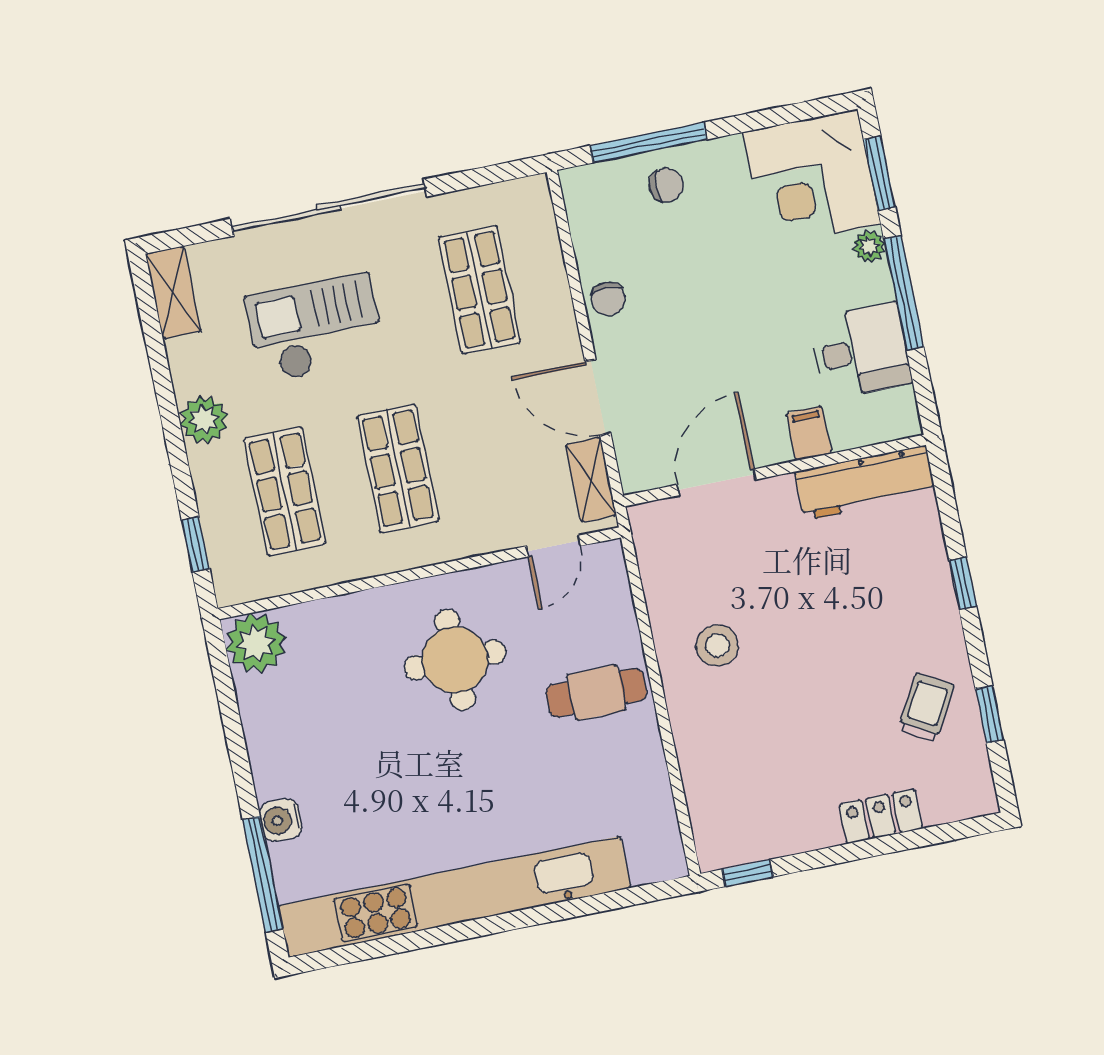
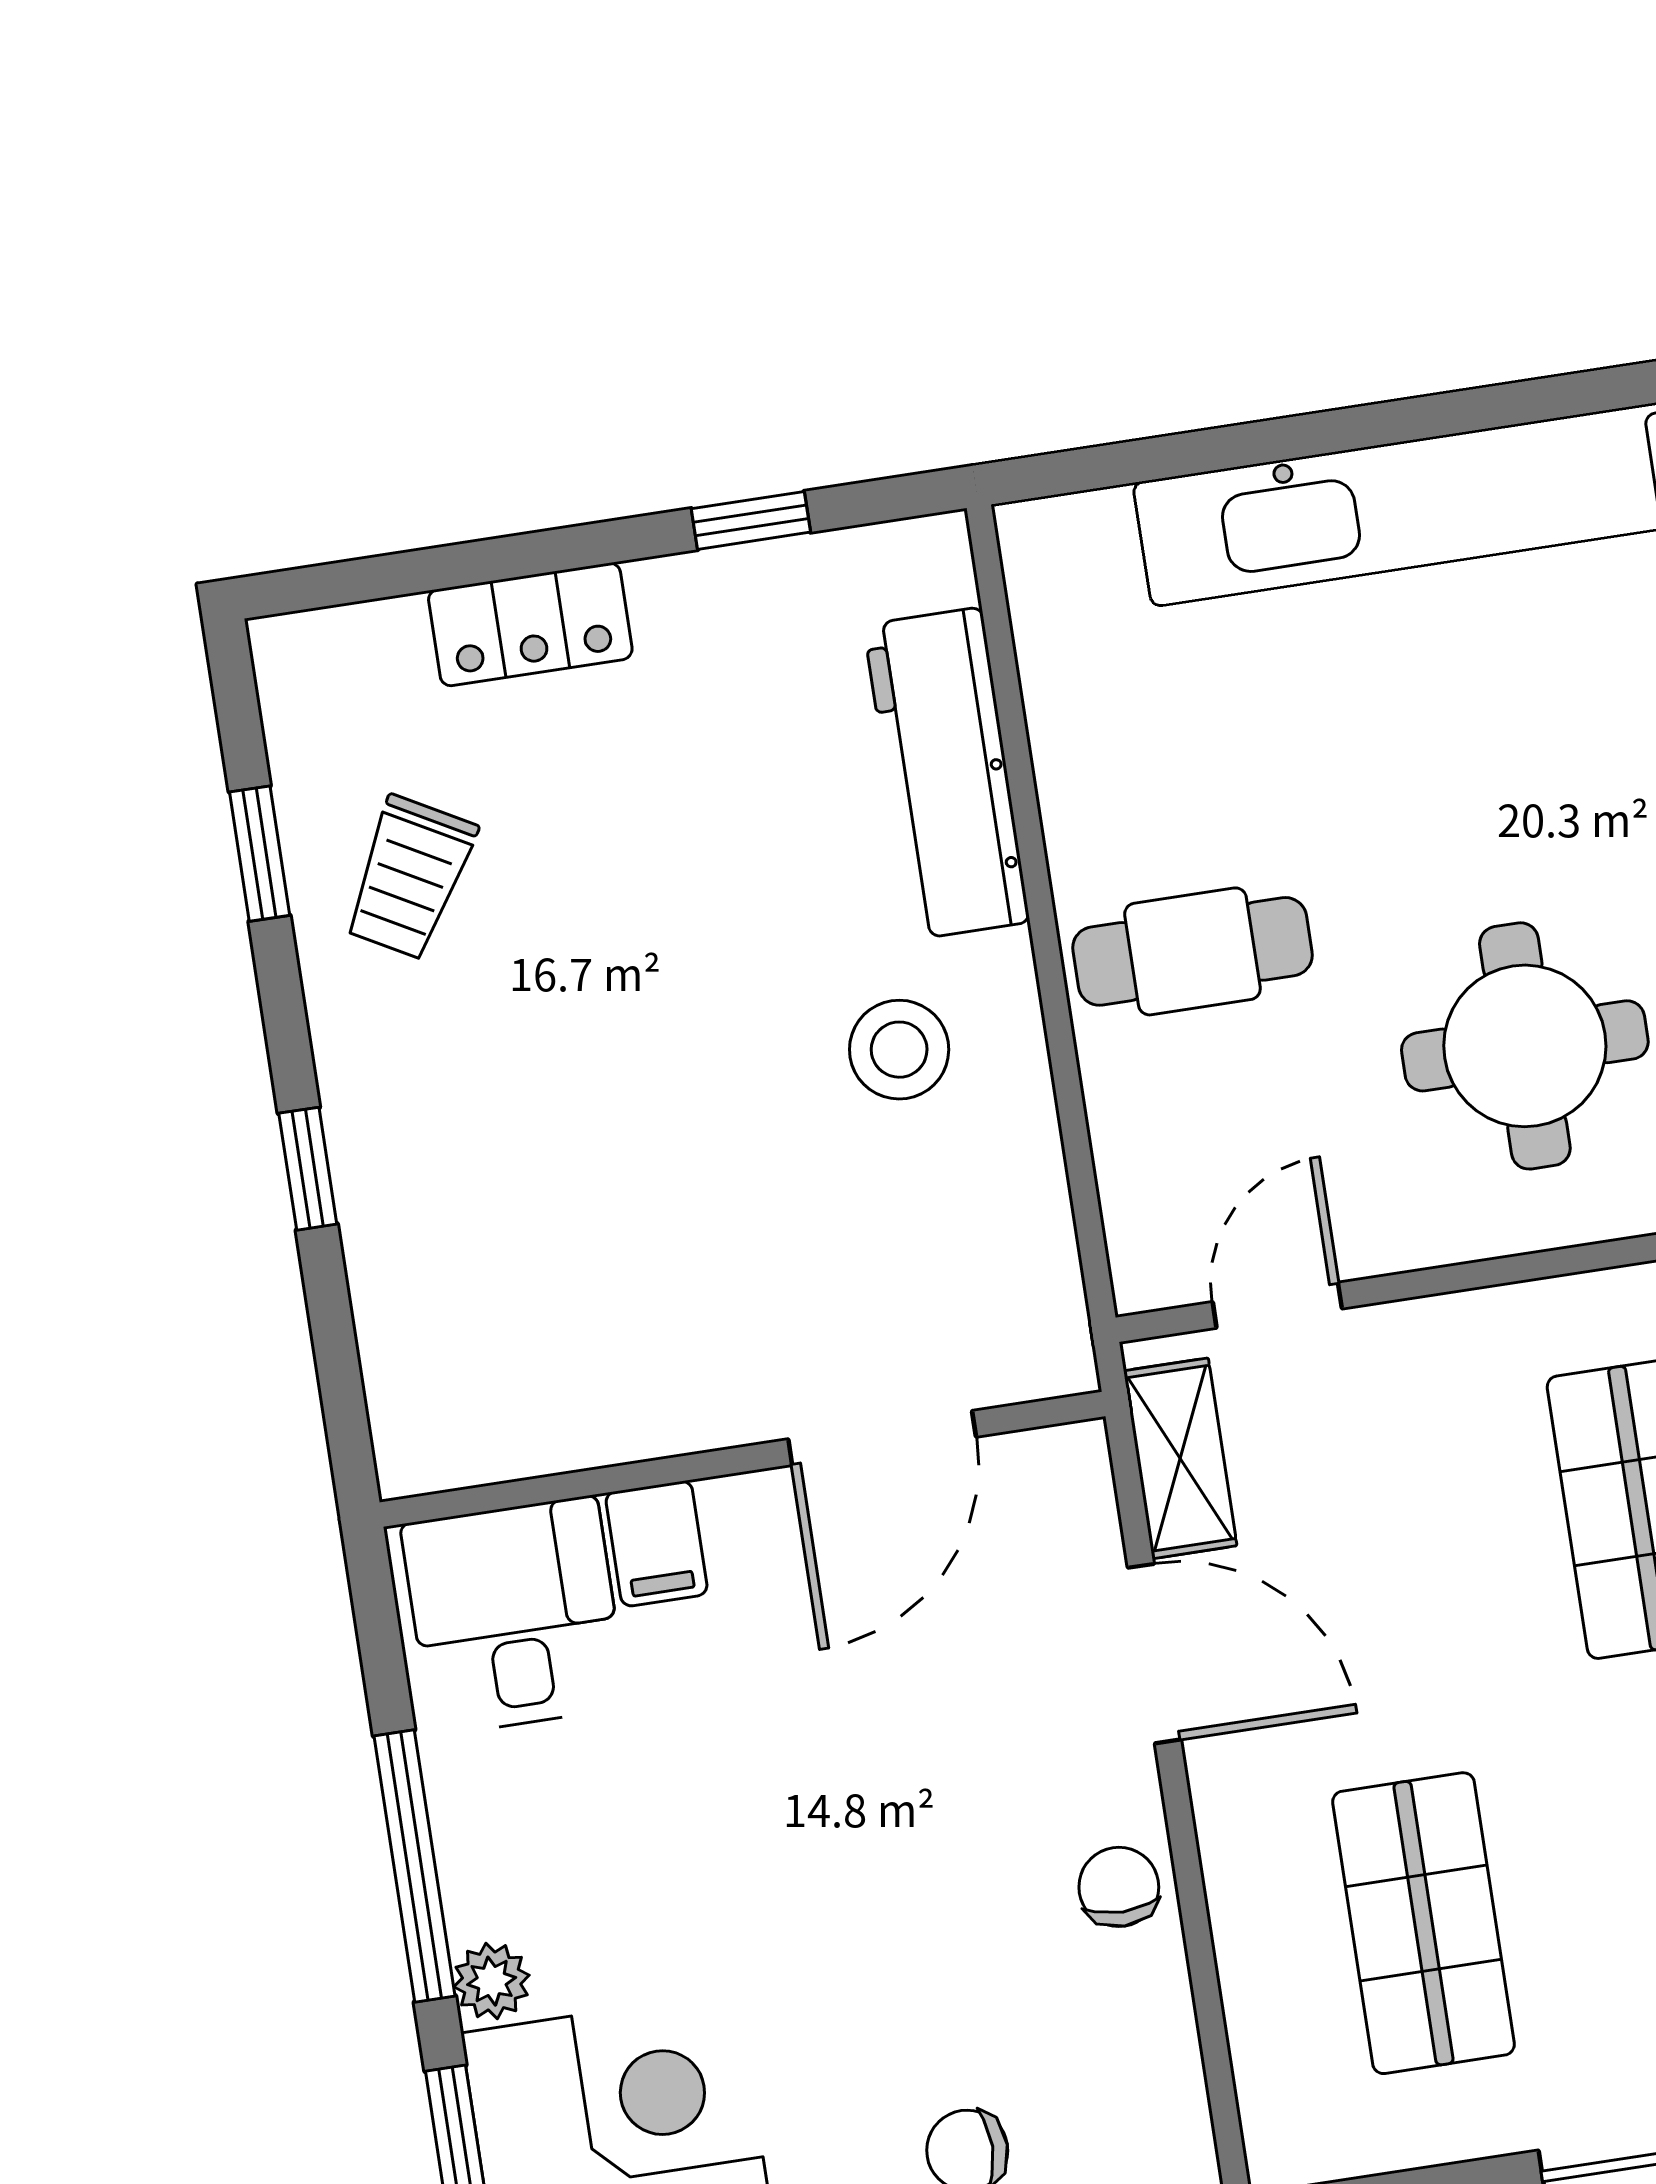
desk: (861, 351) -> (514, 1616), moved, turned 90
workbench: (865, 483) -> (947, 774), moved, turned -90
window: (748, 873) -> (751, 520), moved

